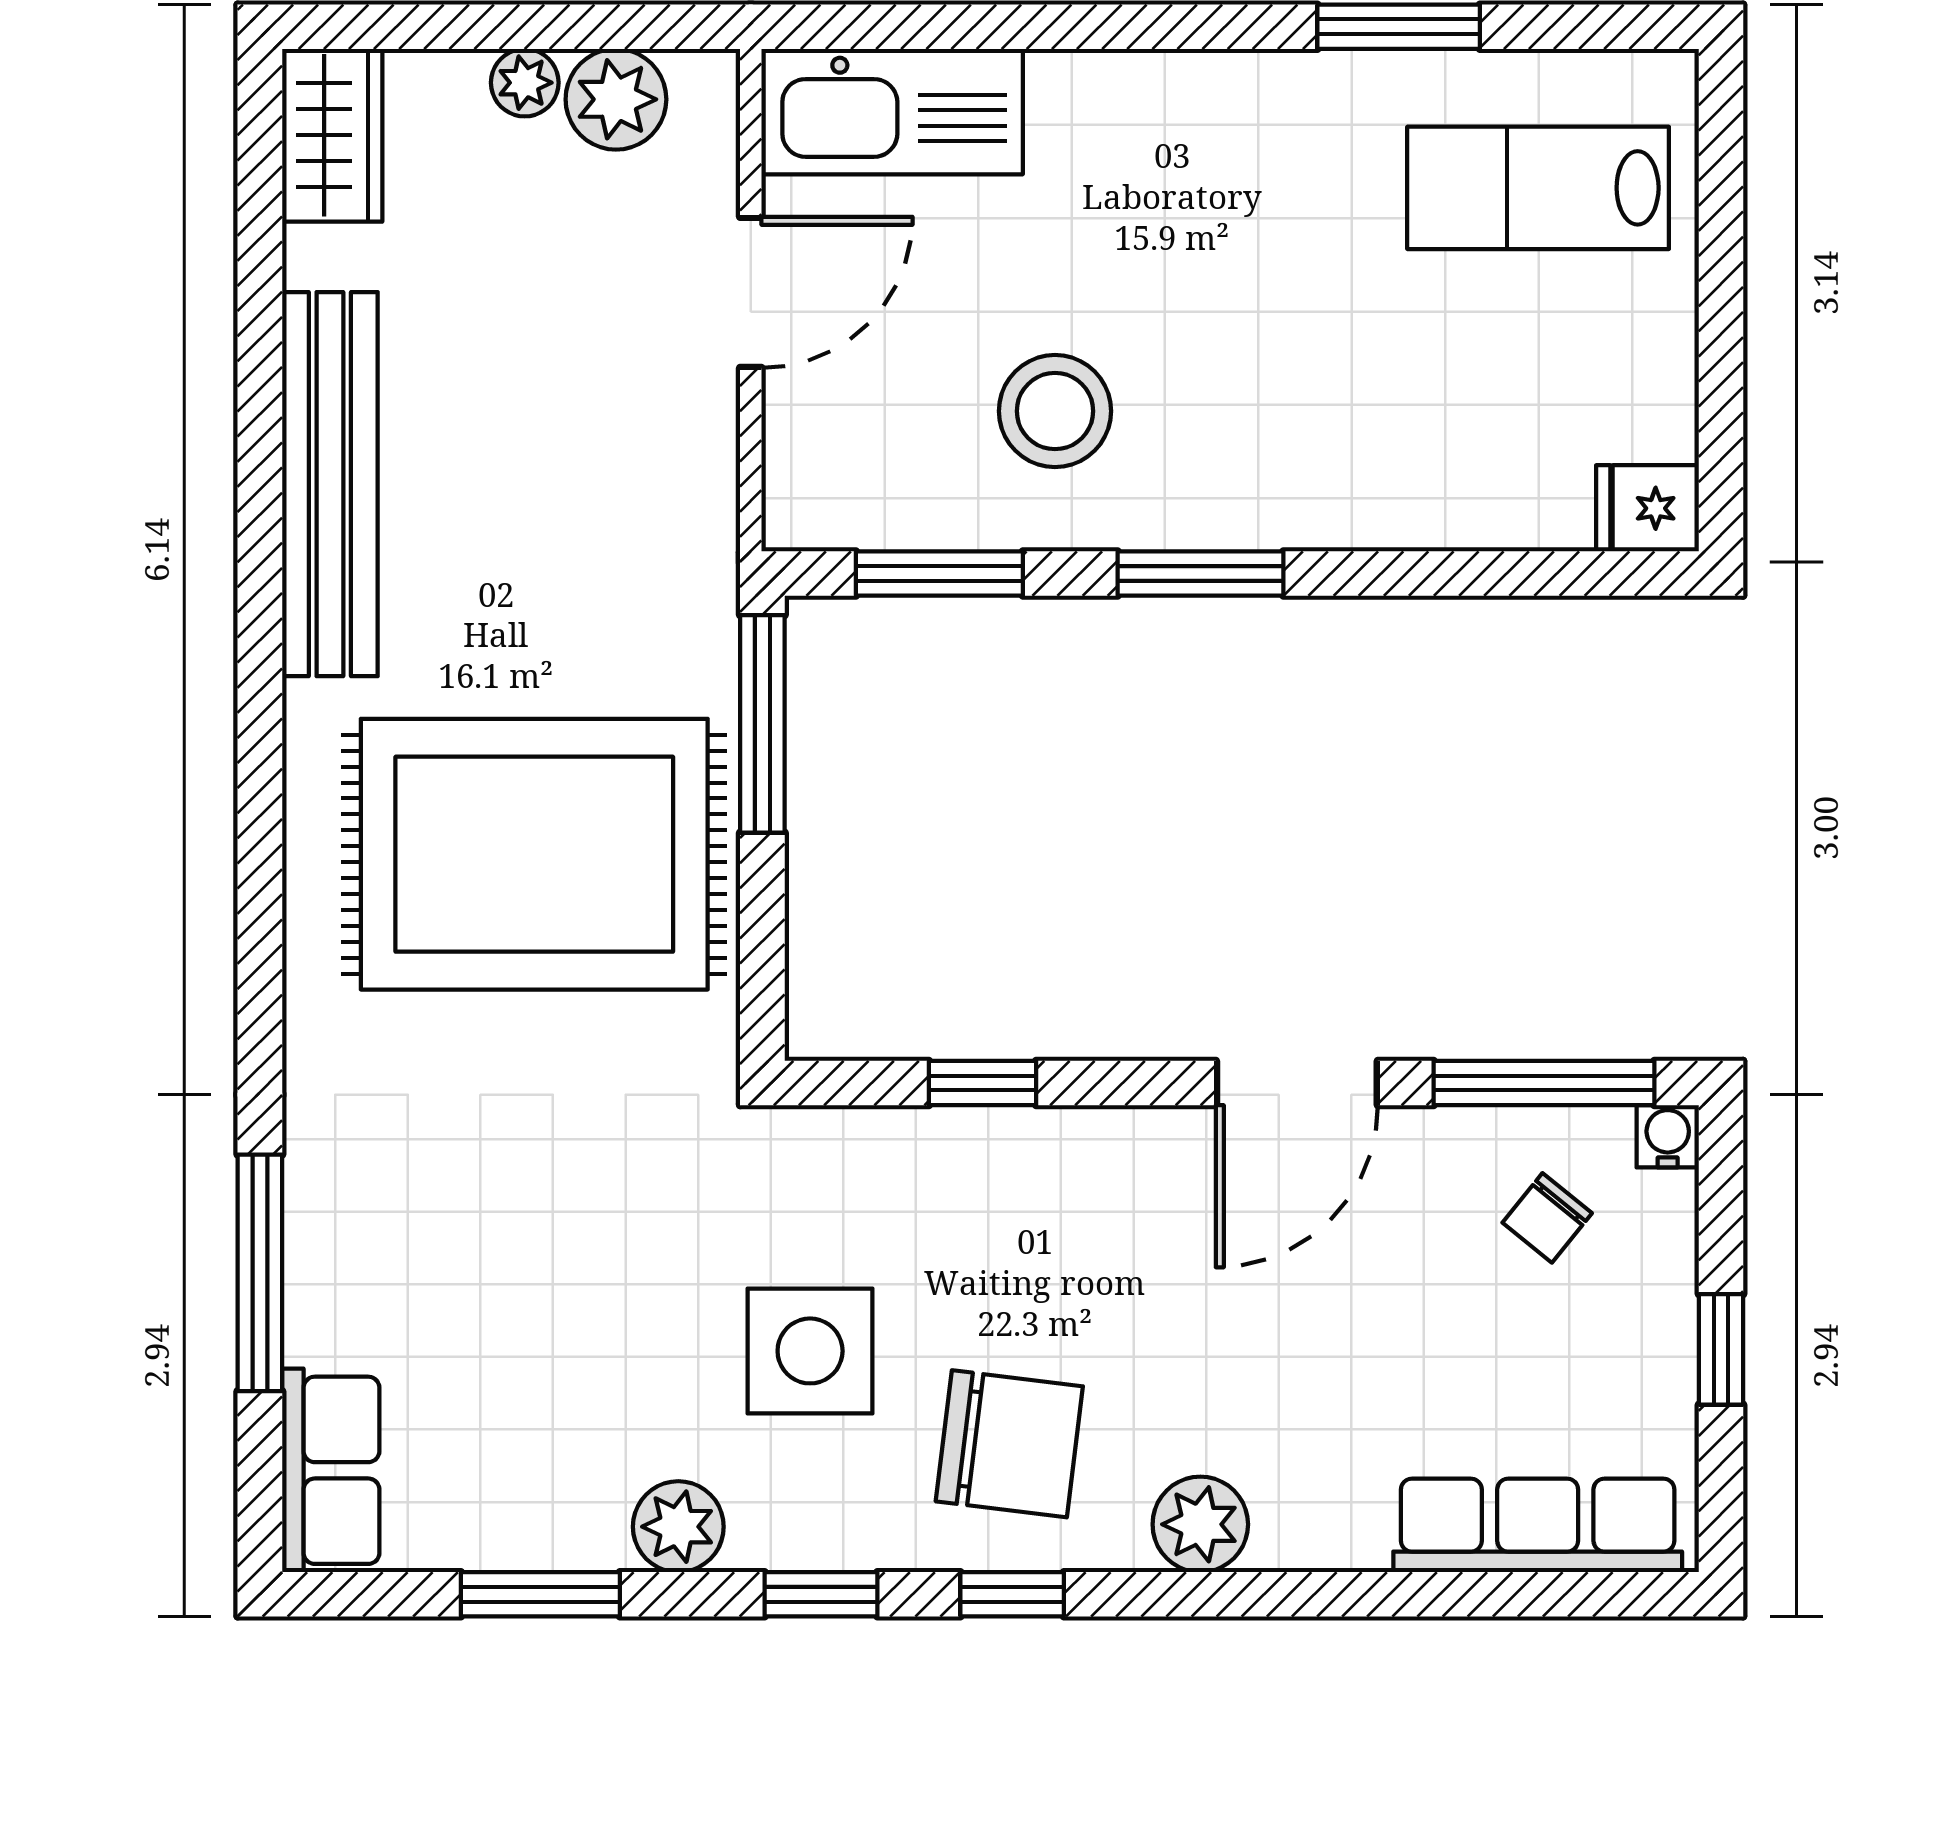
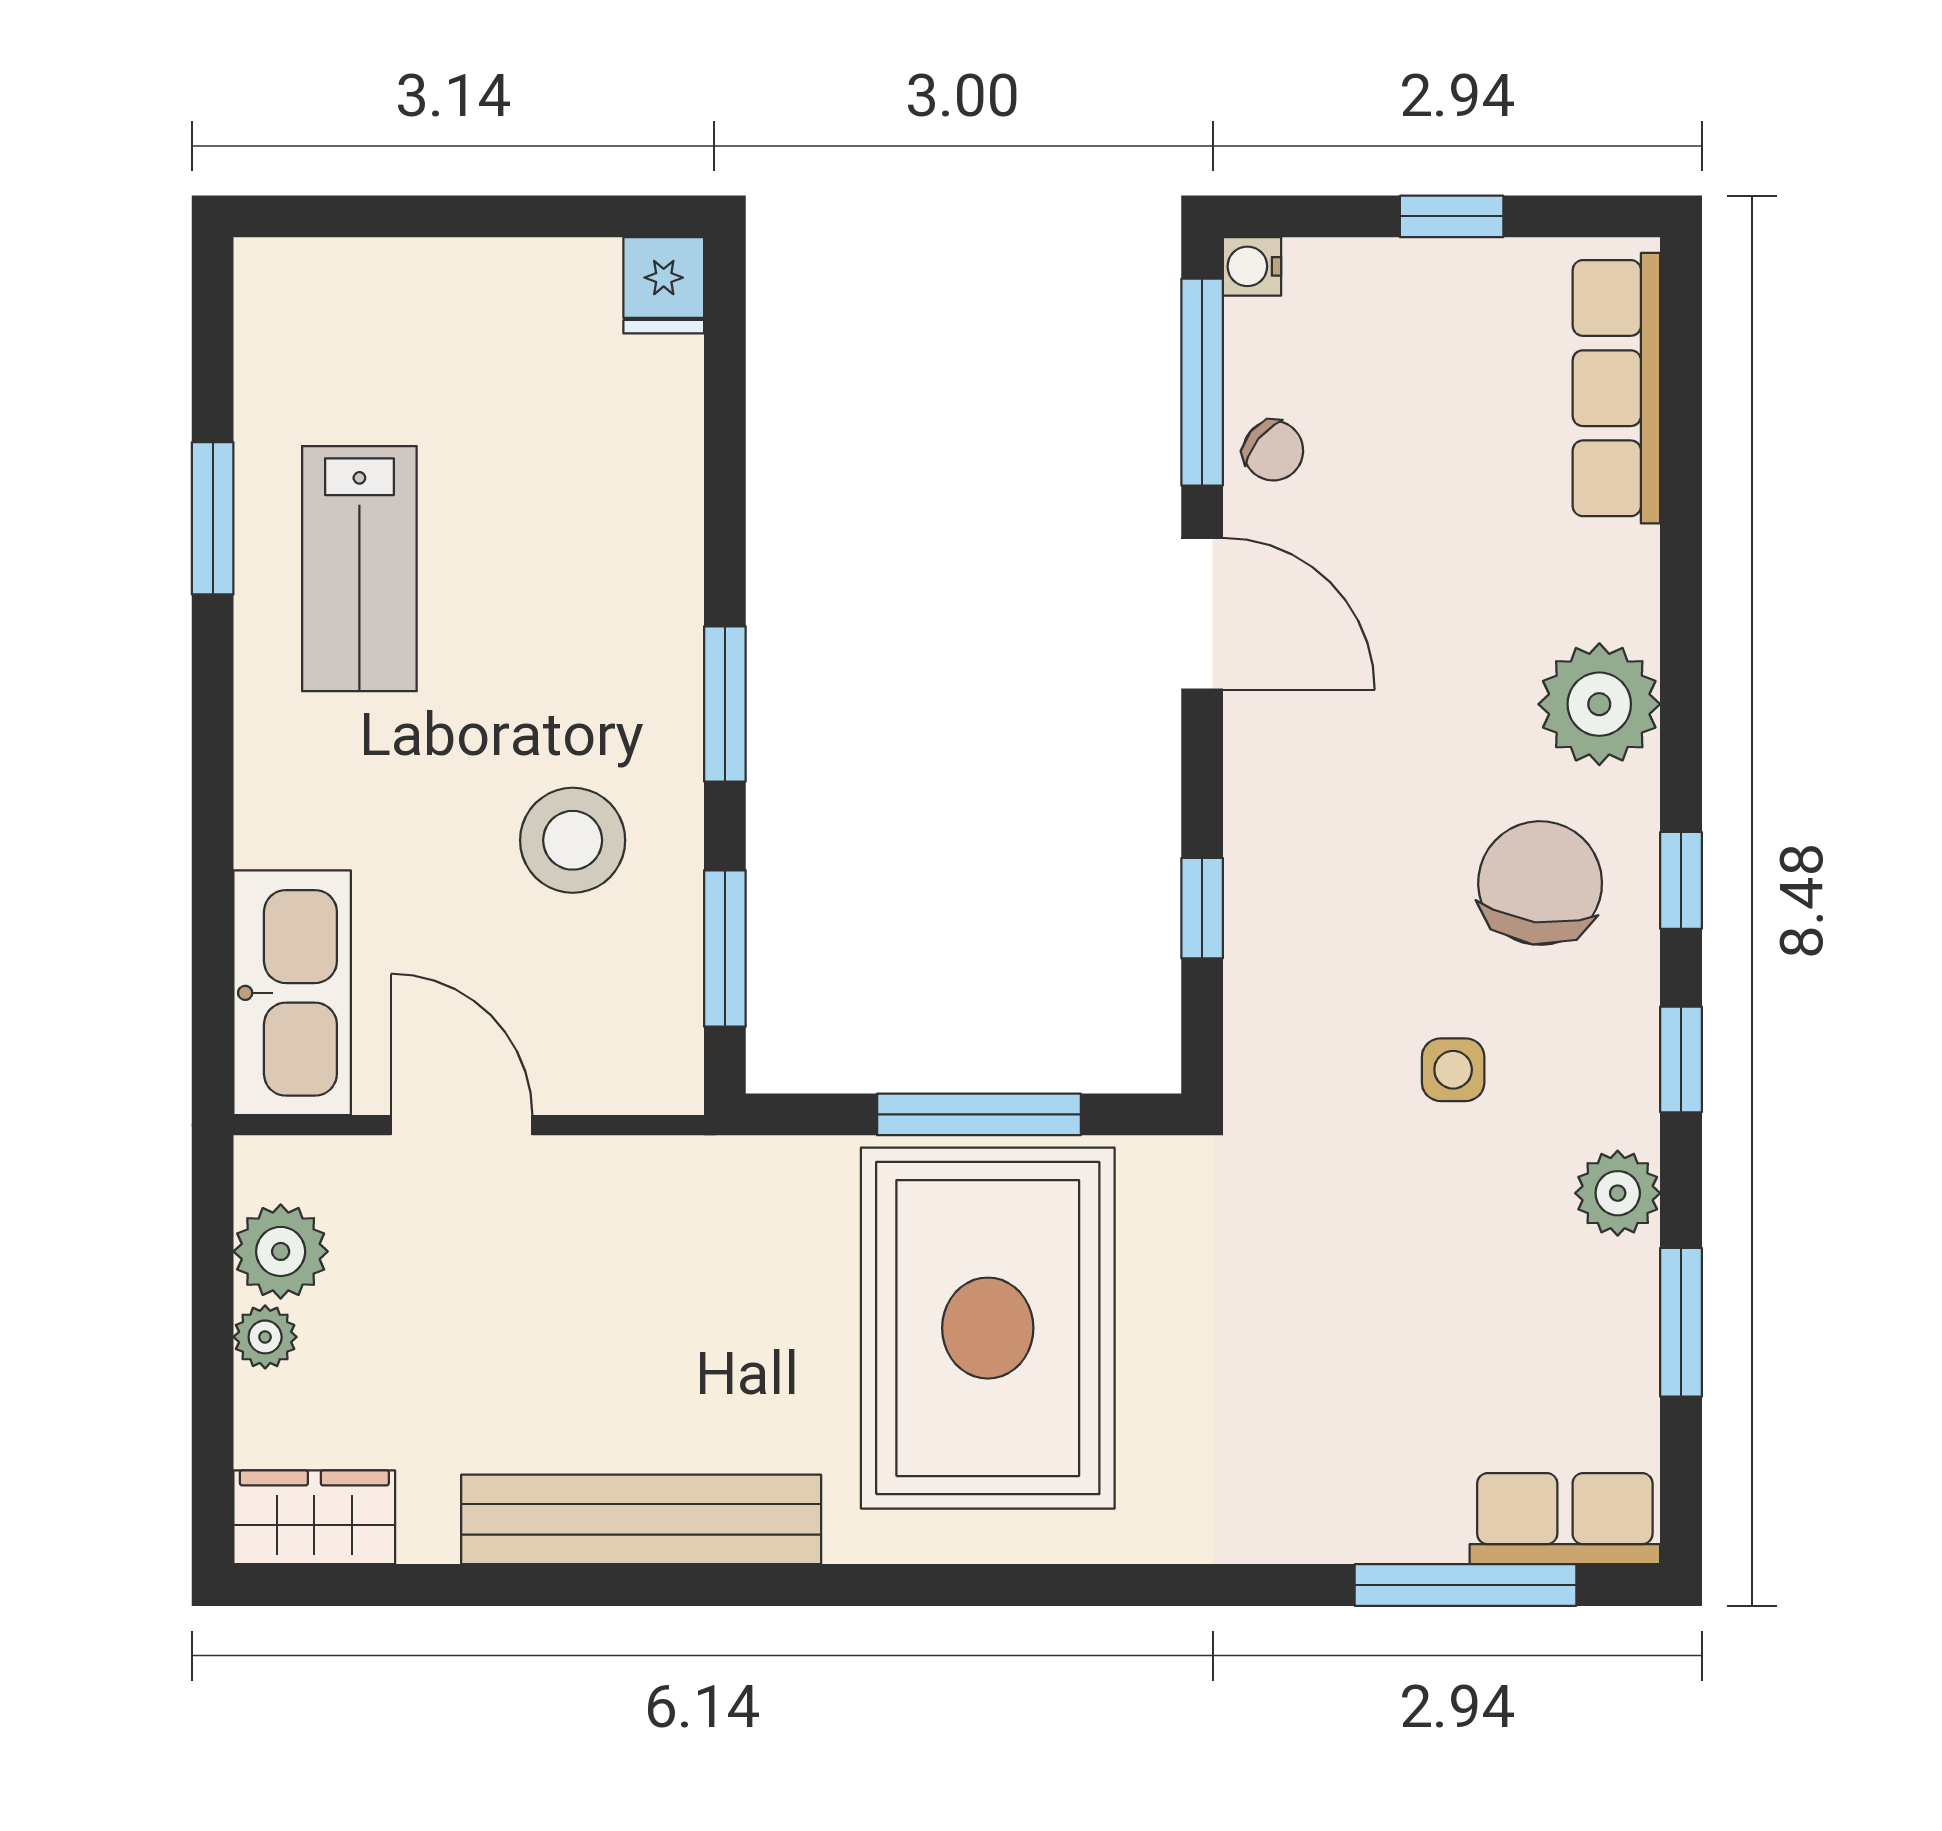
lab bench: (1538, 188) -> (359, 569), moved
window: (762, 724) -> (979, 1114), moved
chair: (1547, 1218) -> (1273, 451), moved
window: (260, 1273) -> (1466, 1585), moved
side table: (810, 1351) -> (1453, 1070), width x0.54, depth x0.54
plant: (1200, 1524) -> (1599, 704), width x1.36, depth x1.36

